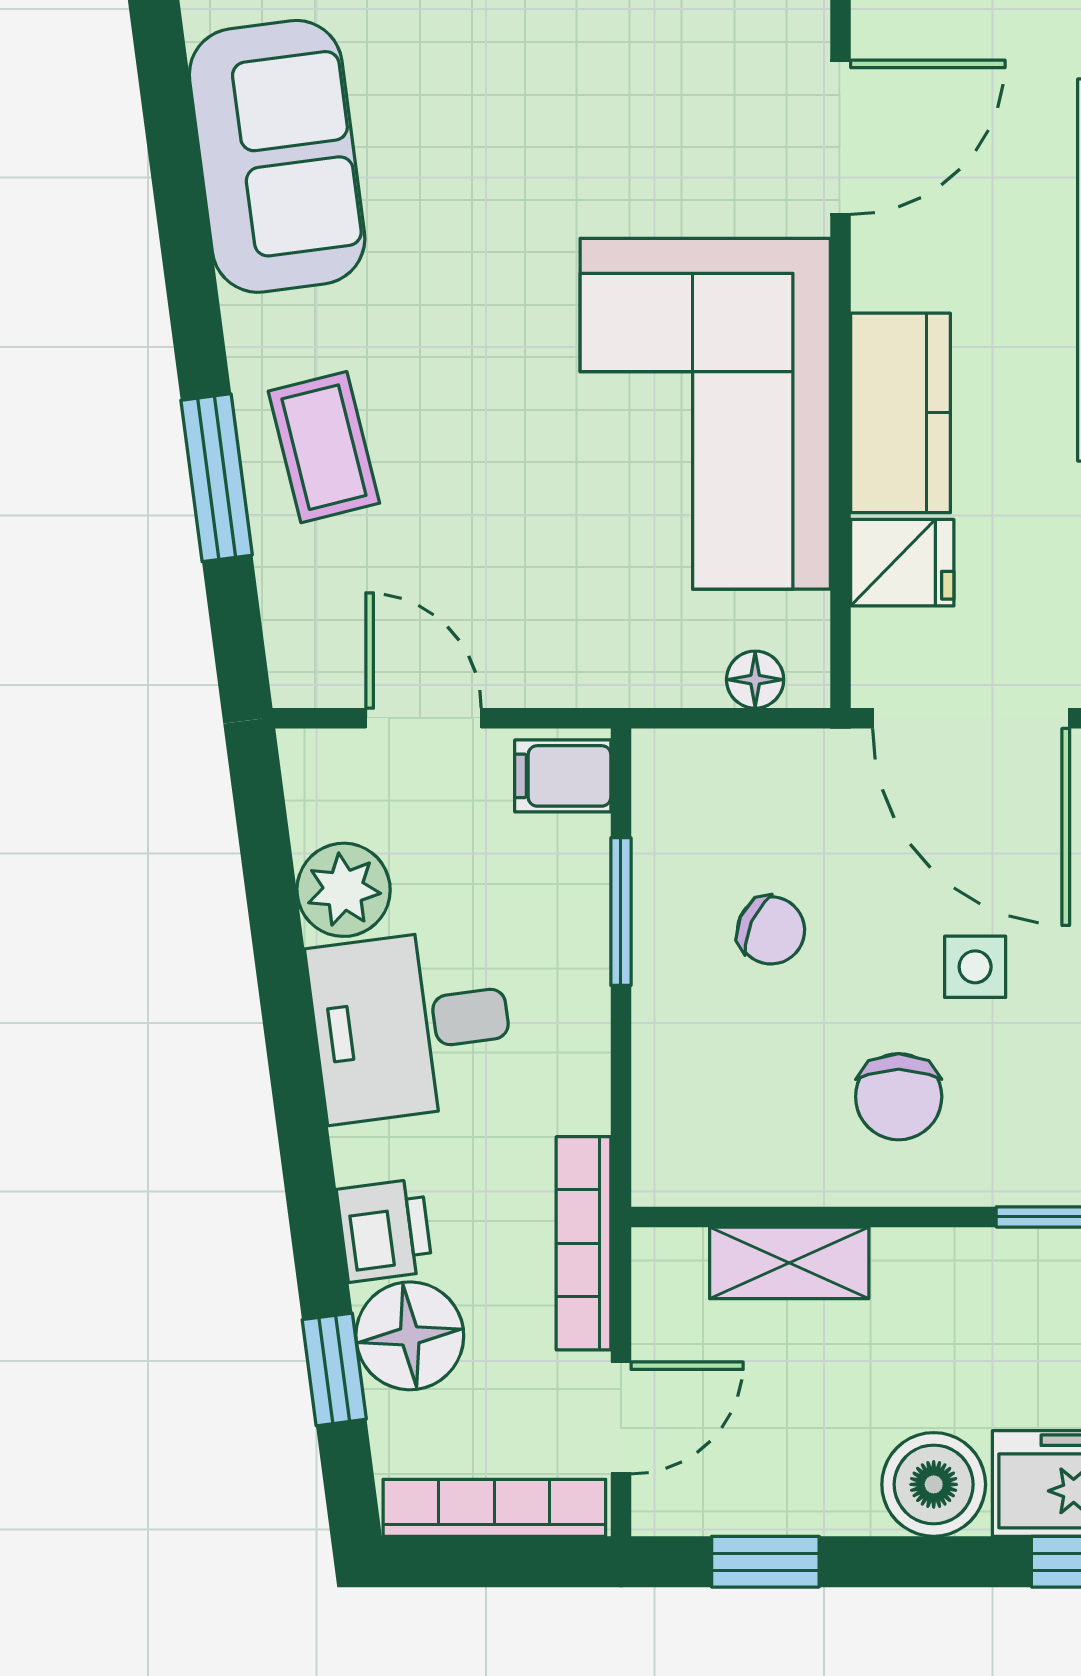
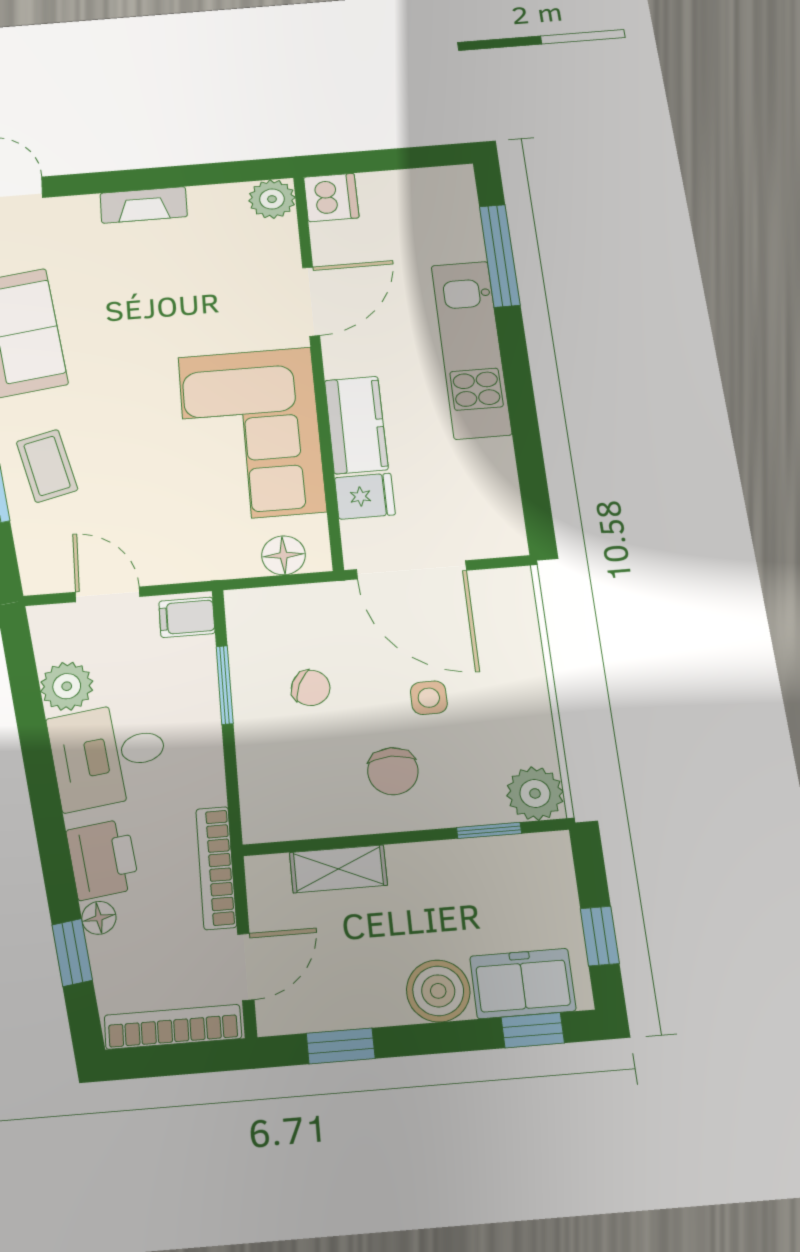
floor lamp: (755, 680) -> (283, 555), width x1.37, depth x1.37
printer: (385, 1230) -> (103, 859), width x1.36, depth x1.24
floor lamp: (410, 1336) -> (99, 918), width x0.53, depth x0.53

